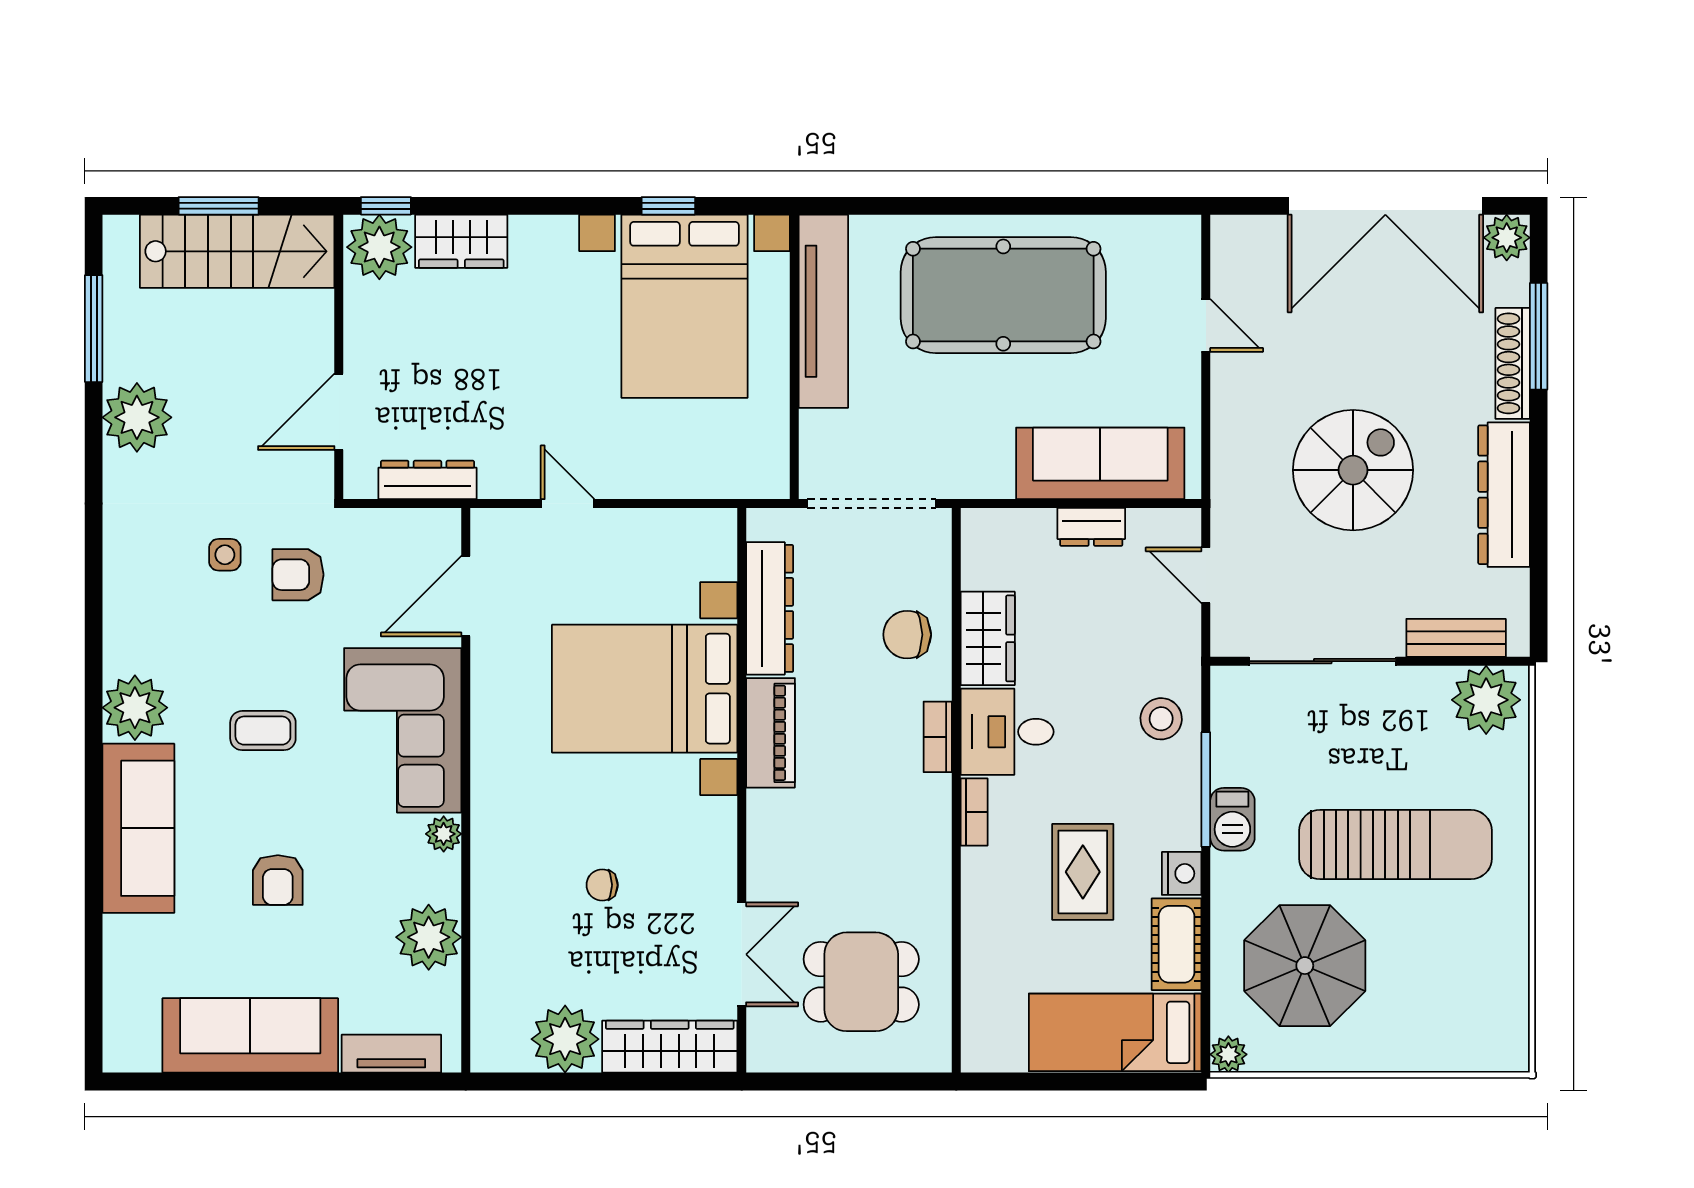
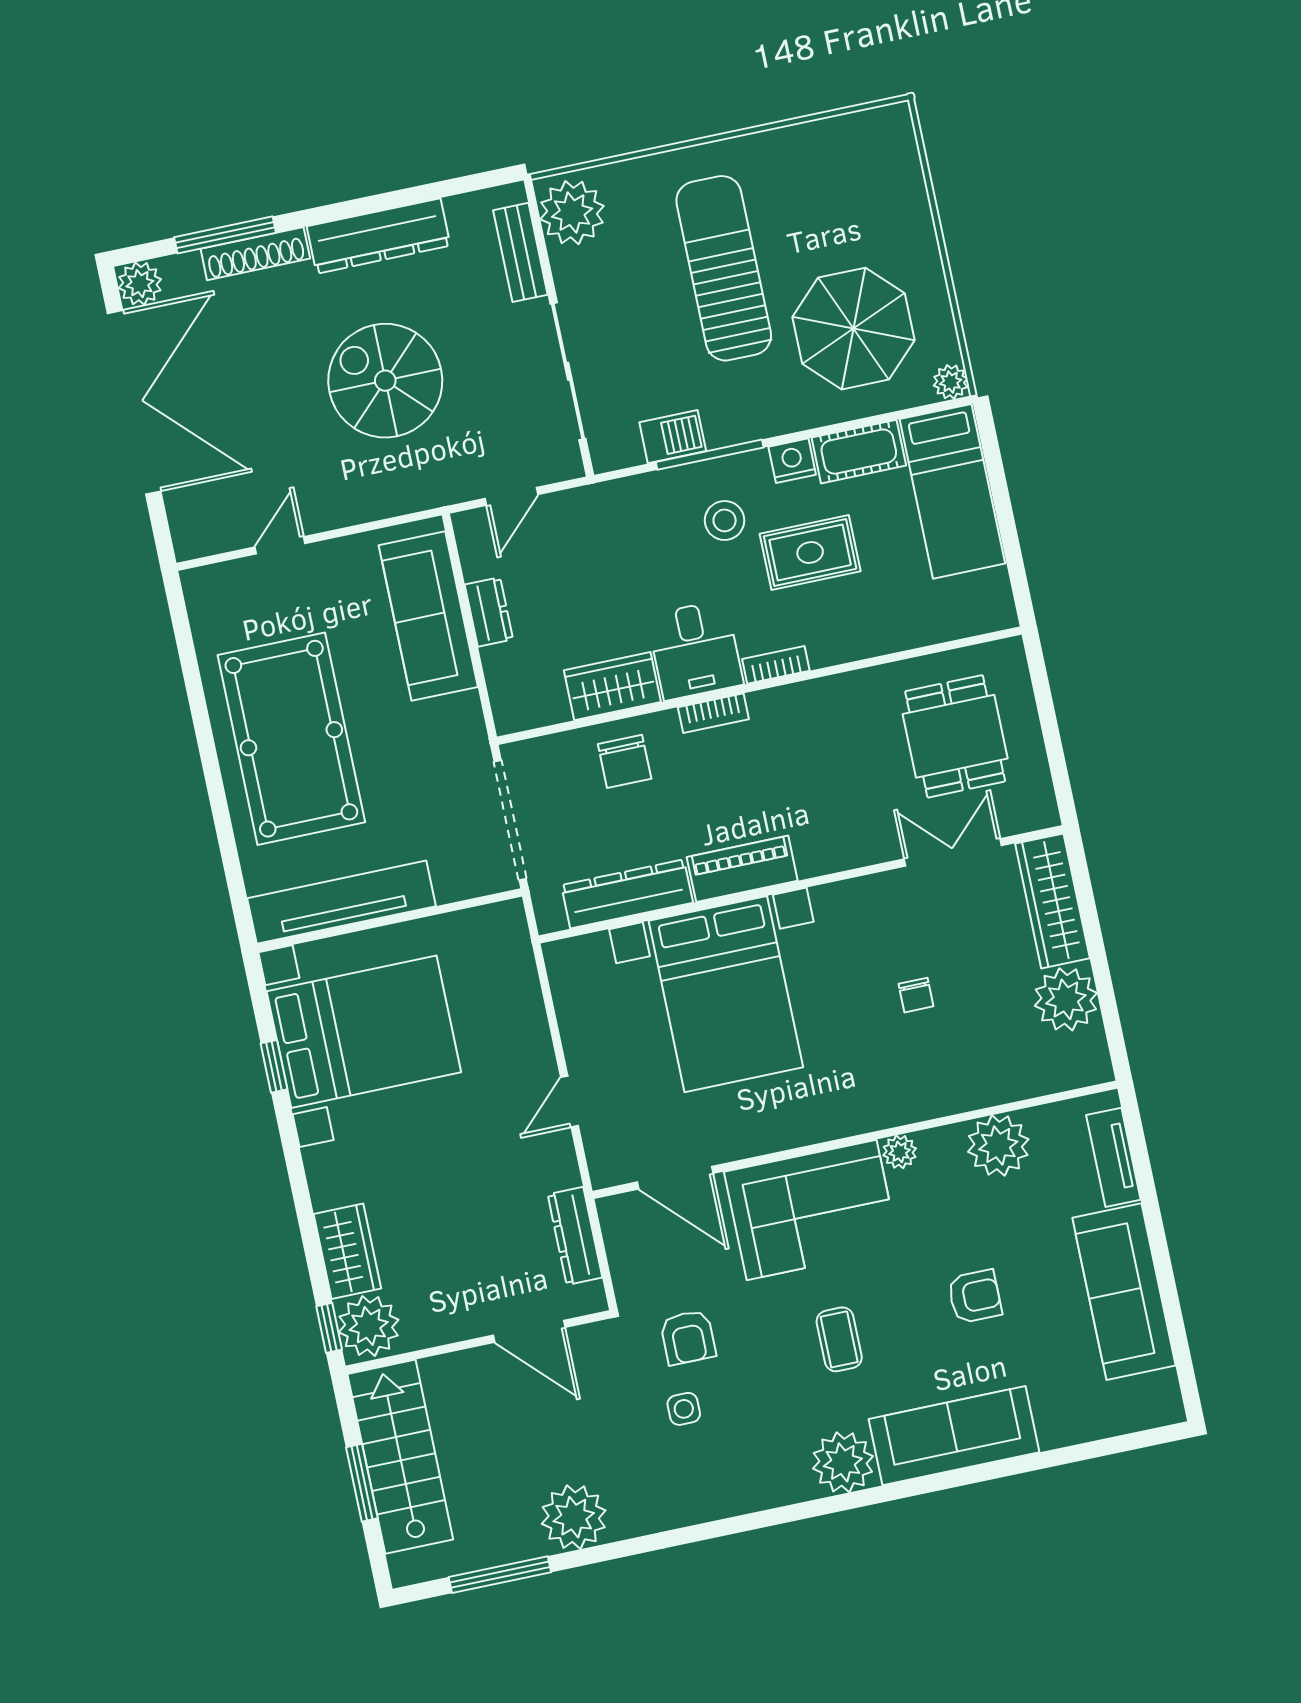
stool: (1161, 719) -> (725, 520), moved
barbecue: (1232, 819) -> (673, 437), moved

